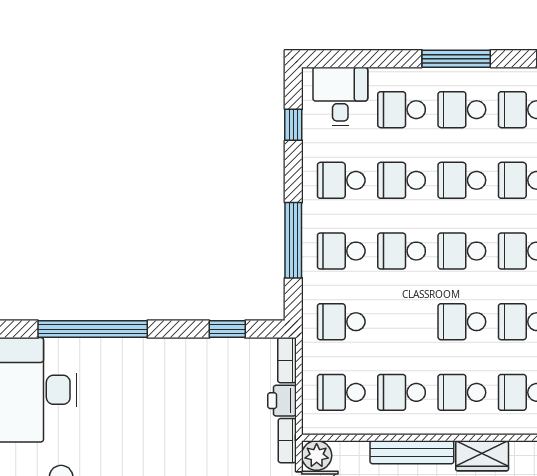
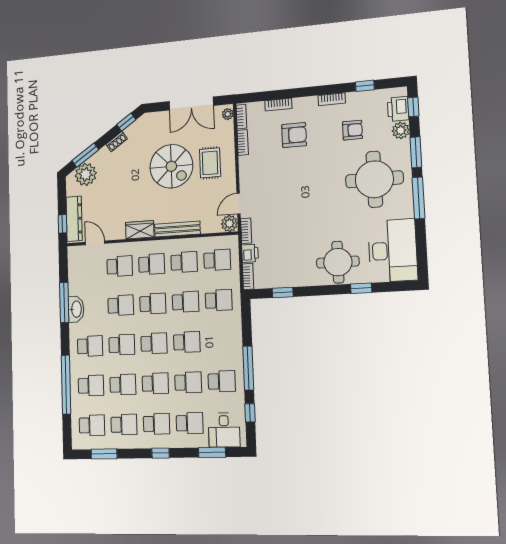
window: (363, 59) -> (212, 452), added
window: (456, 59) -> (161, 453), width x0.46
window: (293, 240) -> (248, 368), moved
school desk: (341, 251) -> (185, 302), moved
window: (93, 329) -> (361, 288), width x0.32
round table: (130, 376) -> (338, 262), added

